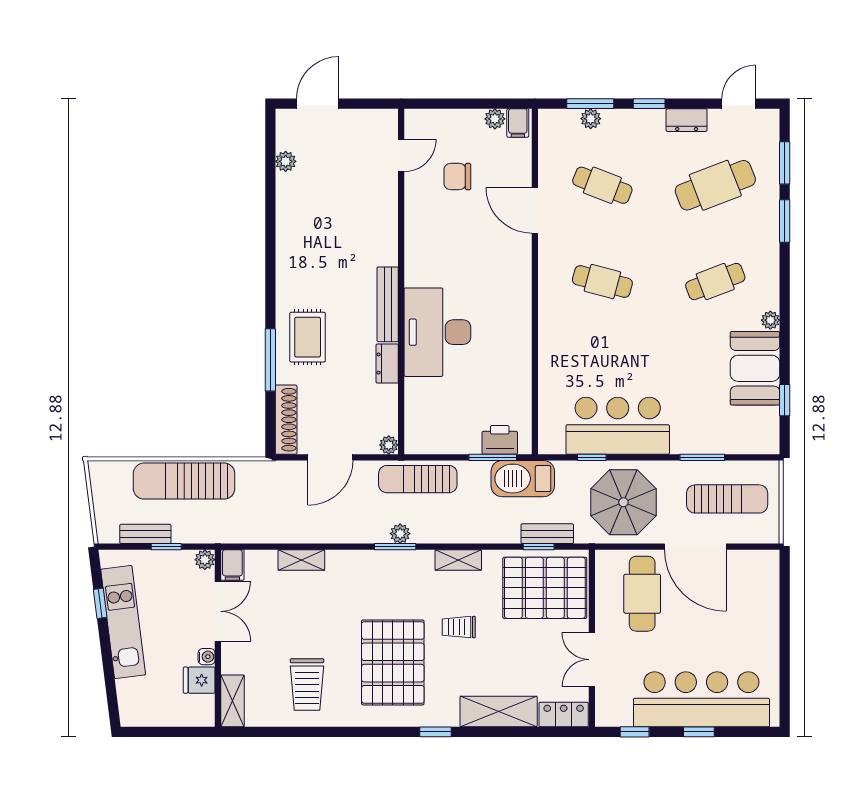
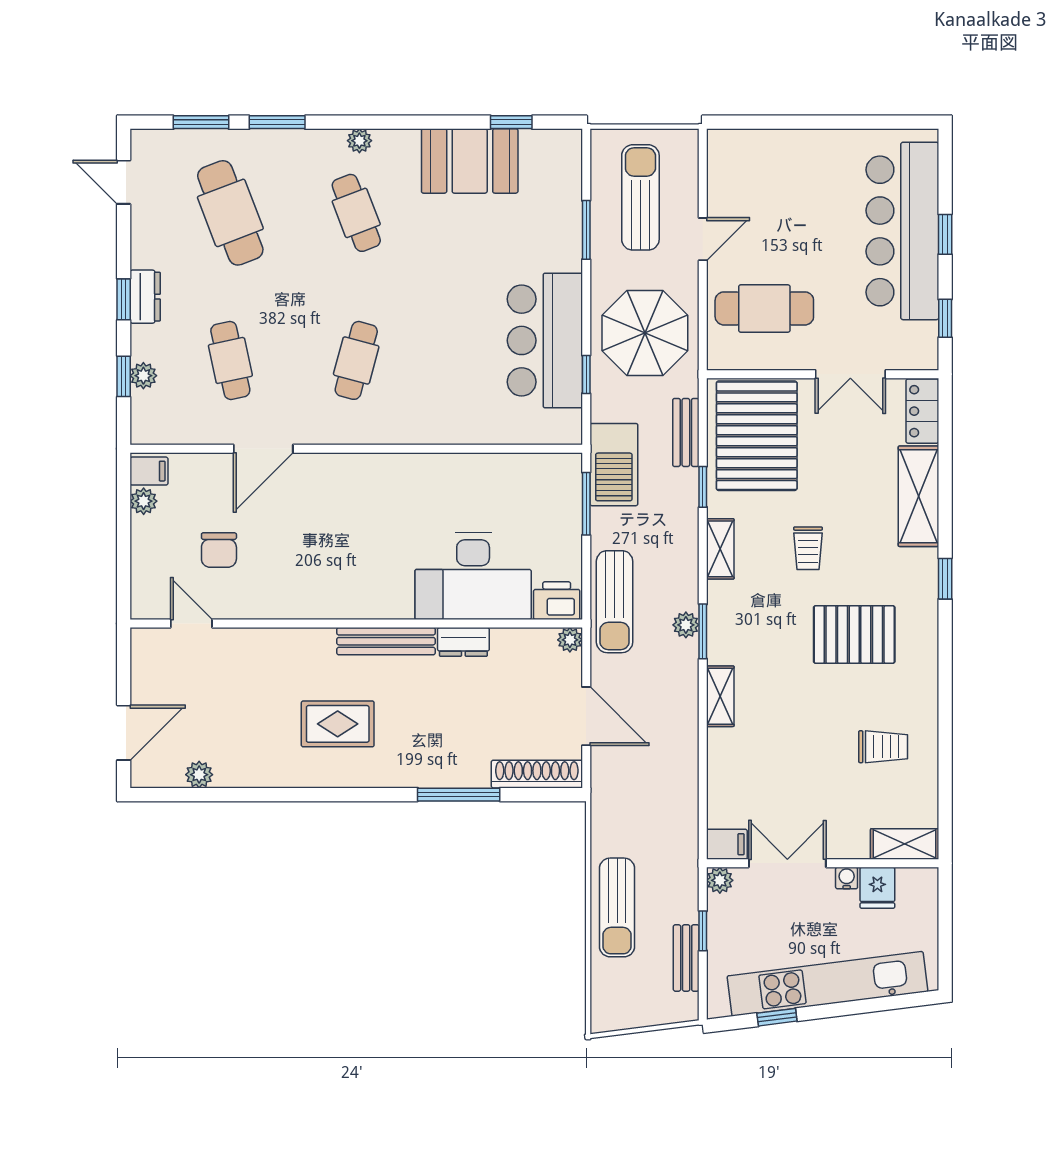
door: (318, 104) -> (124, 733), swing flipped
window: (590, 104) -> (124, 376), width x0.67
dresser: (687, 120) -> (145, 297), moved
cafe table: (602, 185) -> (230, 360), turned -33
plant: (770, 320) -> (359, 141), moved
desk: (437, 332) -> (473, 576), moved
rug: (308, 337) -> (338, 724), moved
printer: (500, 440) -> (557, 601), moved, turned 90
sun lounger: (184, 481) -> (617, 907), width x0.73, depth x0.75
window: (539, 547) -> (703, 487), moved
door: (695, 547) -> (703, 239), width x0.53
shelving: (301, 560) -> (720, 696), moved
kitchen unit: (123, 622) -> (828, 984), width x1.36
pallet: (393, 662) -> (854, 634), width x0.73, depth x0.71
trolley: (307, 685) -> (883, 747), width x0.73, depth x0.72

